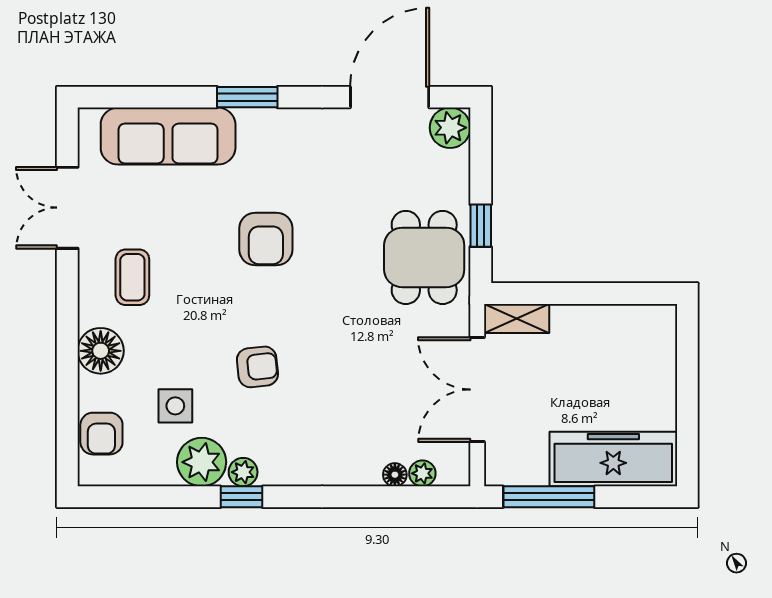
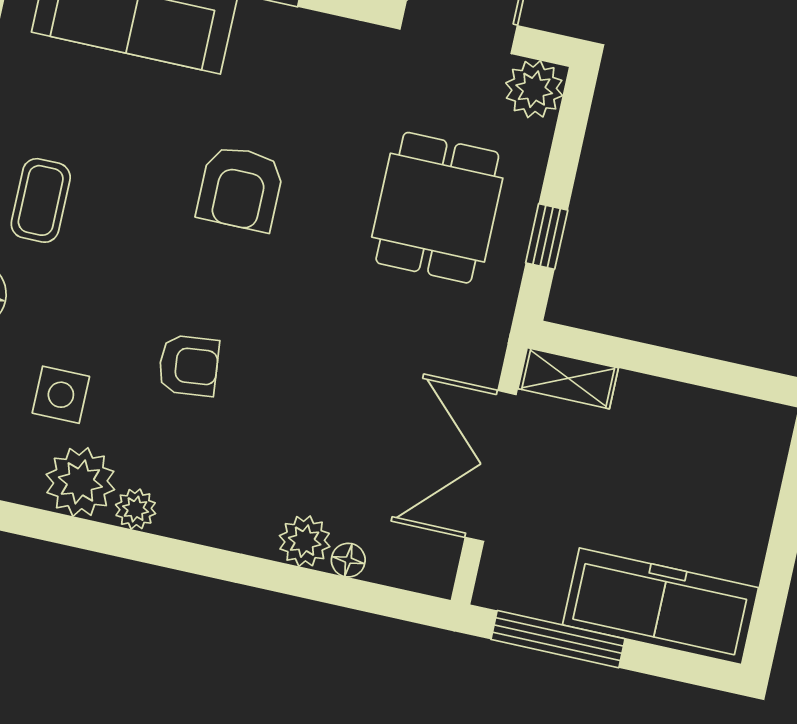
dining table: (424, 257) -> (437, 208), moved
plant: (422, 473) -> (305, 541), moved, width x1.38, depth x1.38
window: (241, 497) -> (126, 543), removed

